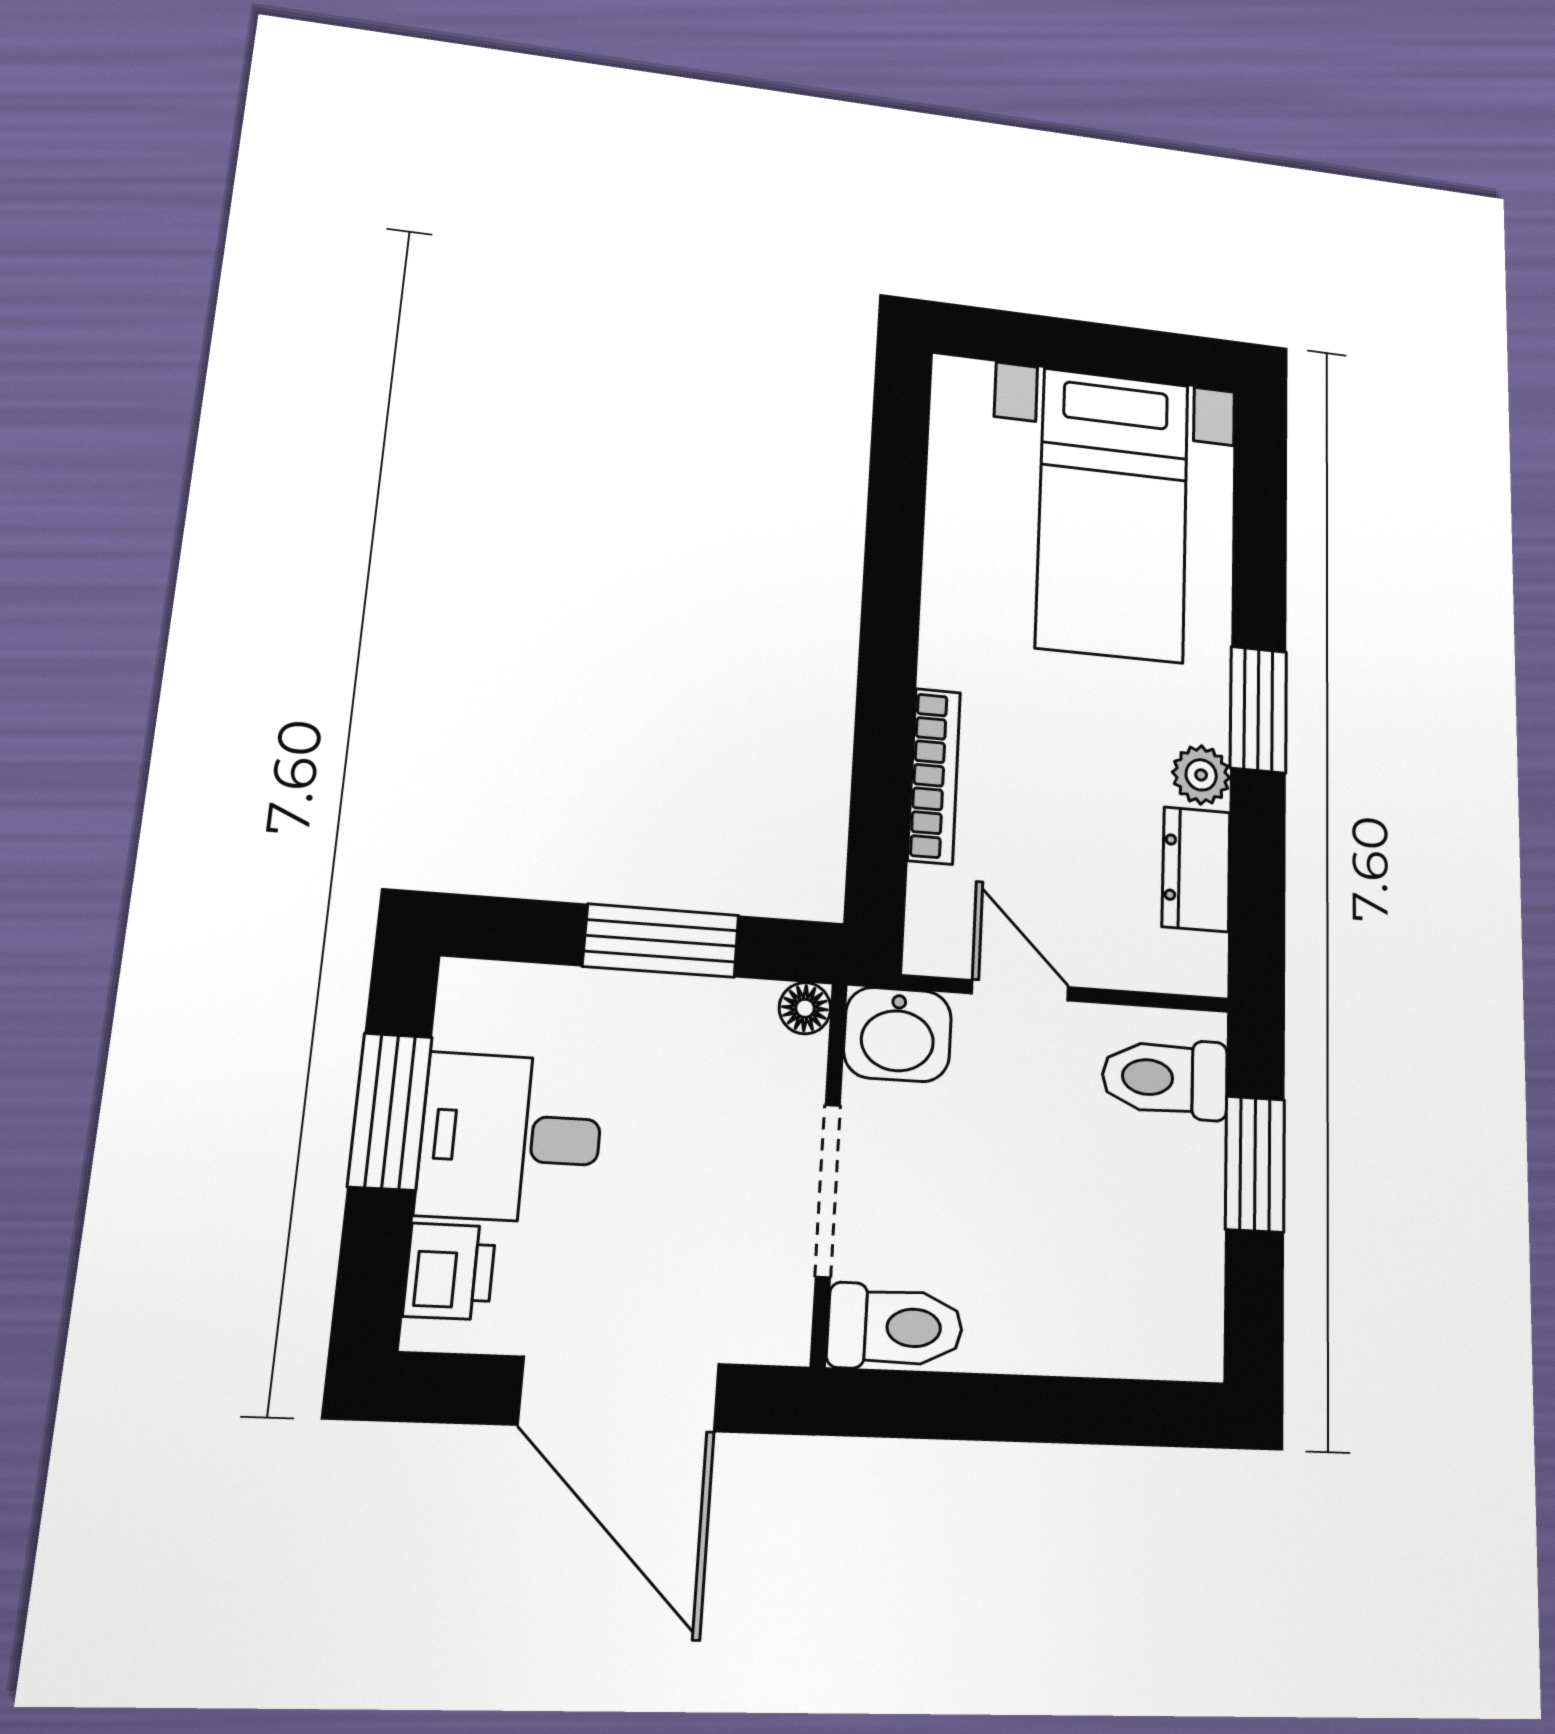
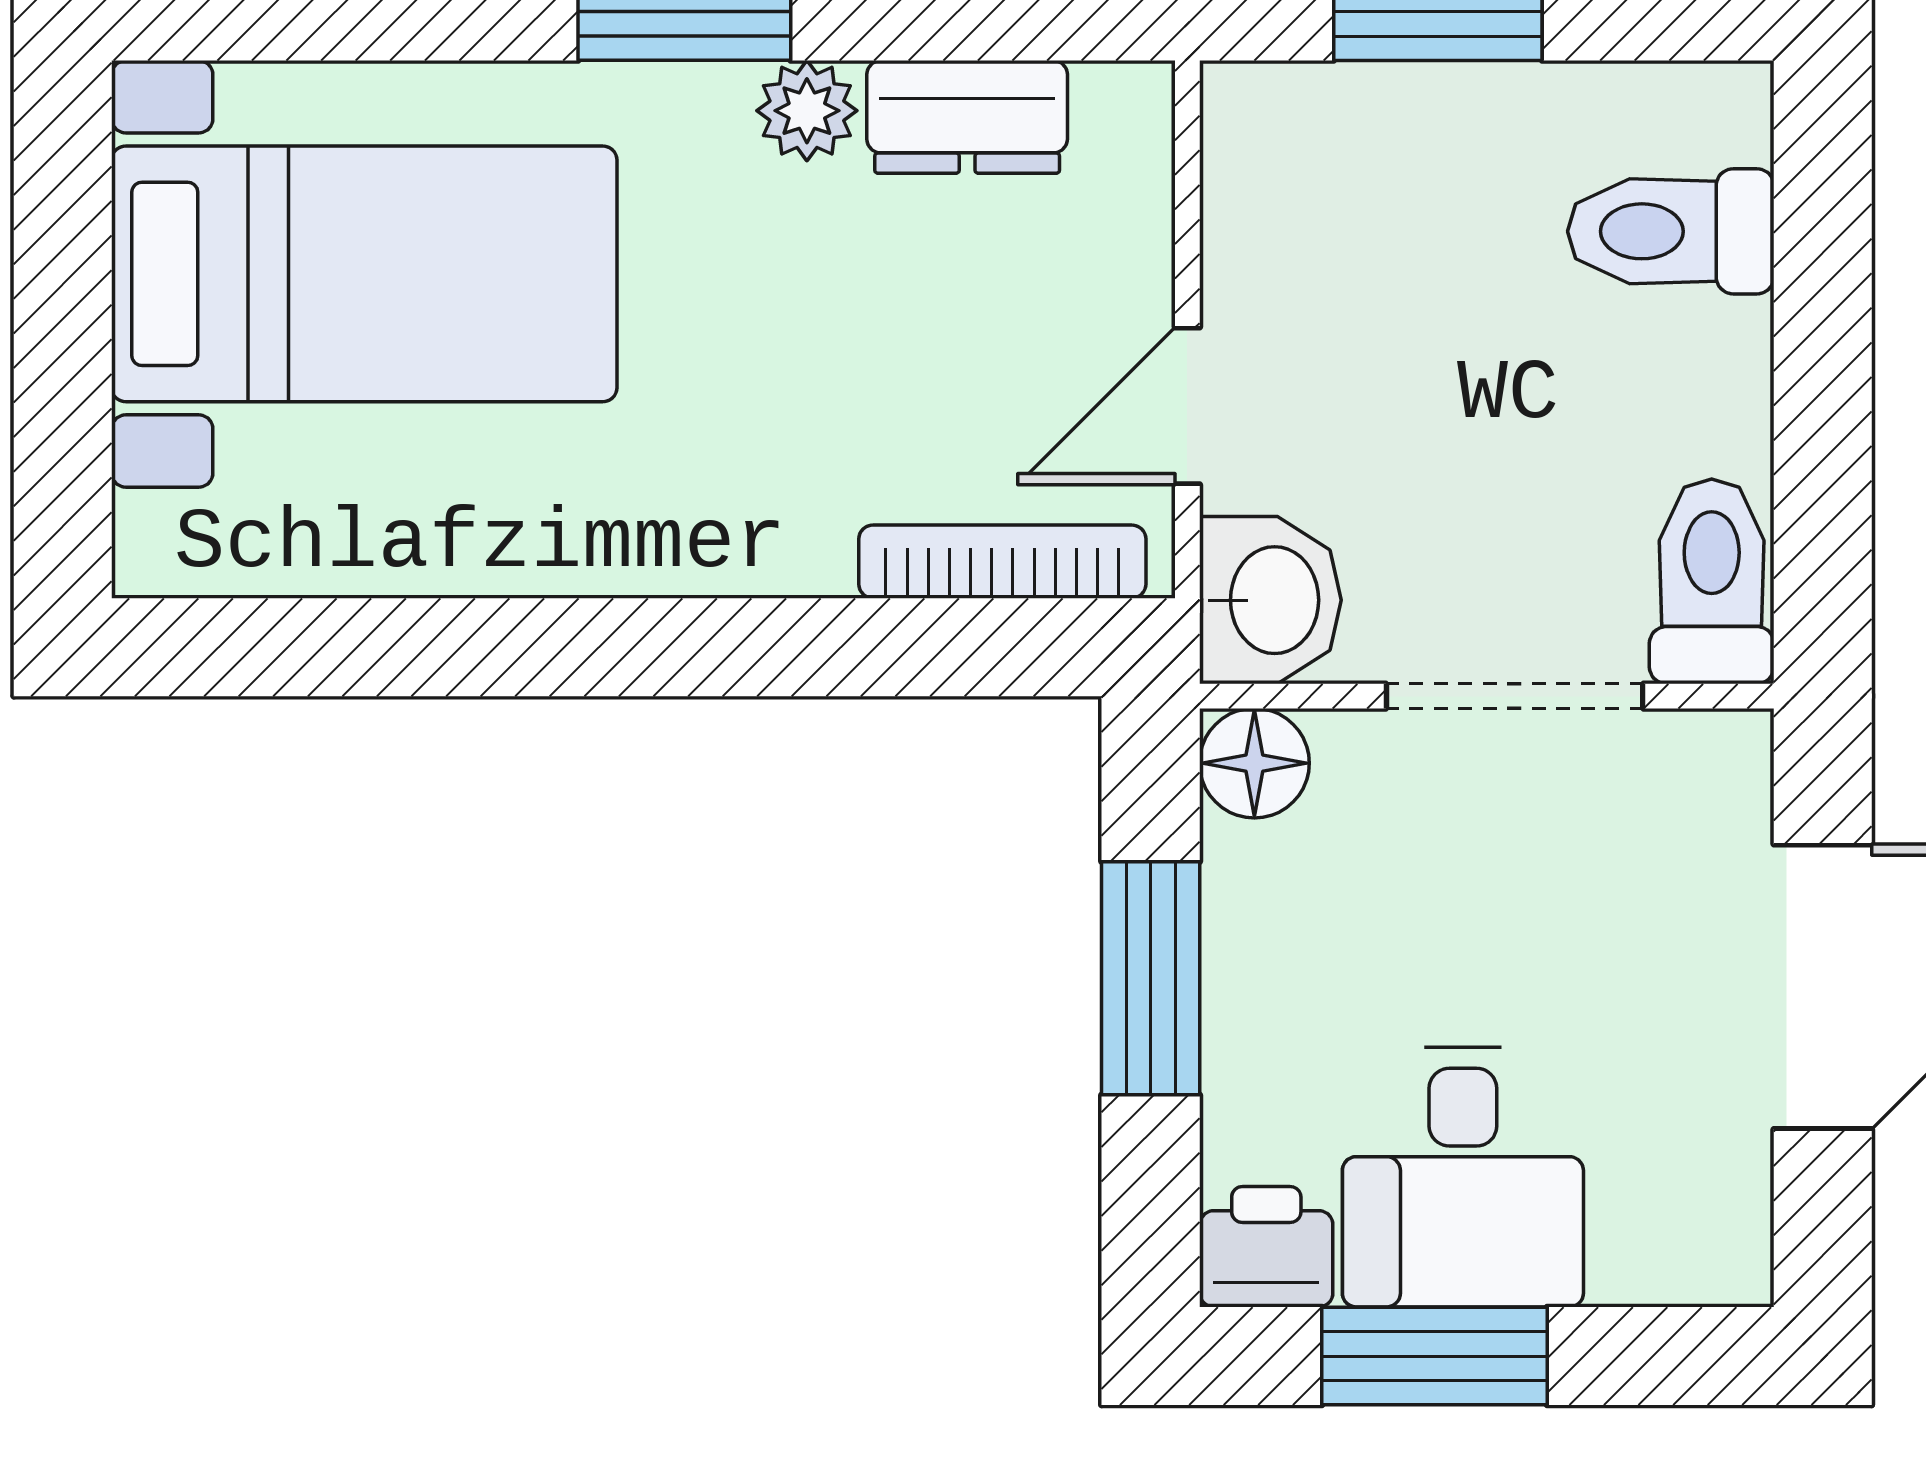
bookcase: (934, 776) -> (1002, 562), moved
floor lamp: (805, 1008) -> (1254, 763), width x1.37, depth x1.37
toilet: (1165, 1078) -> (1671, 231), moved, turned 90
printer: (450, 1271) -> (1266, 1247), moved

